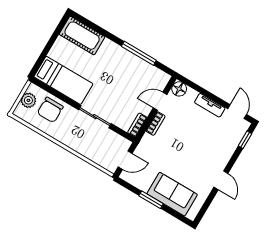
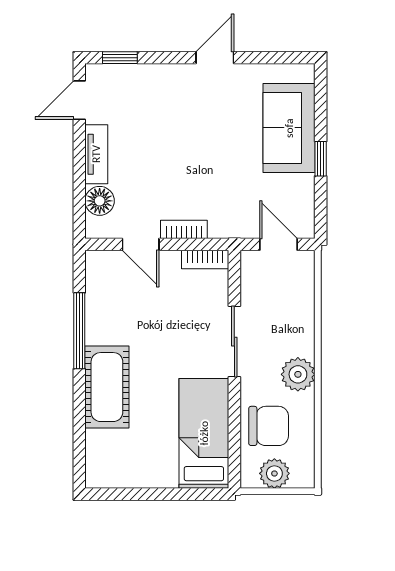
cot: (82, 36) -> (107, 387), moved
floor lamp: (179, 89) -> (100, 201), moved
plant: (65, 135) -> (298, 374), added
window: (151, 200) -> (321, 159), width x0.67

